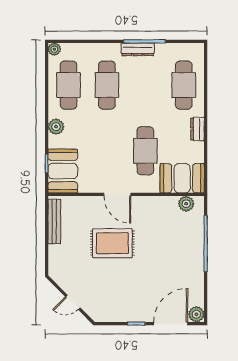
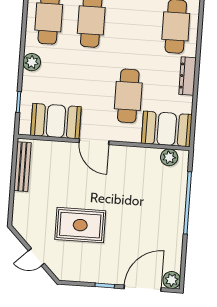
dresser: (197, 129) -> (188, 76), width x1.44
booth: (63, 171) -> (56, 121), moved, turned 90
rug: (112, 243) -> (80, 225), moved

